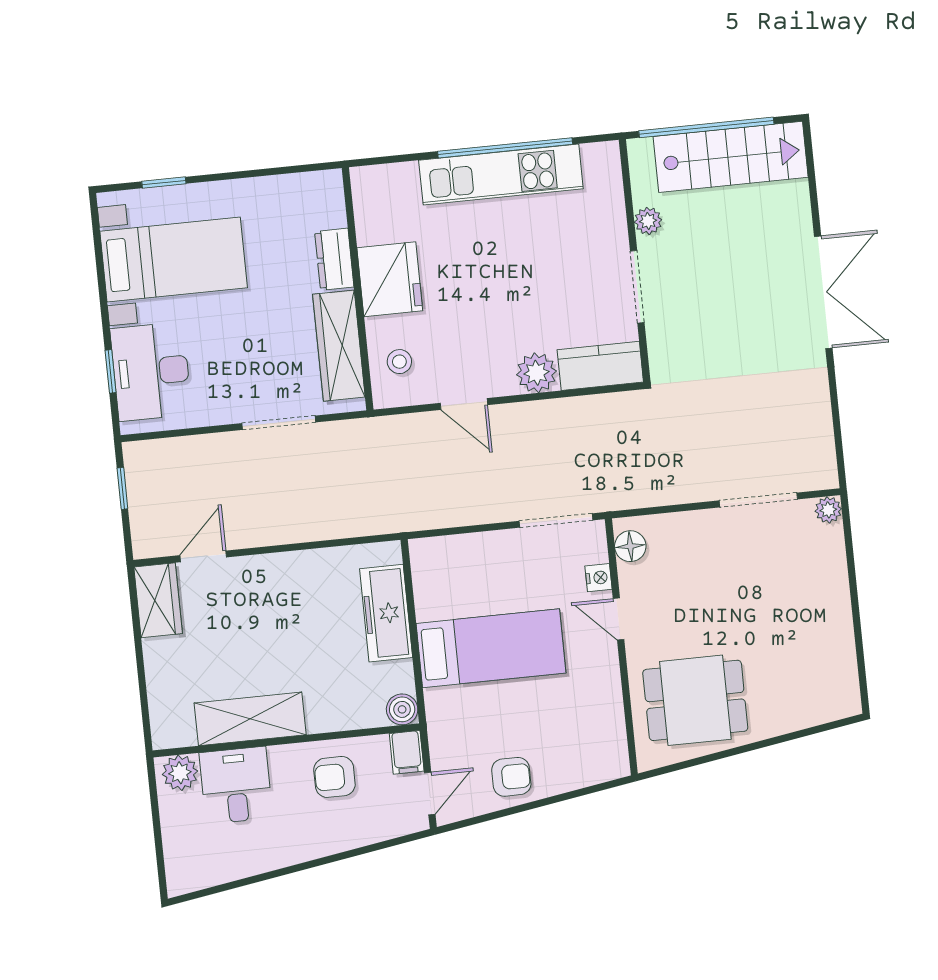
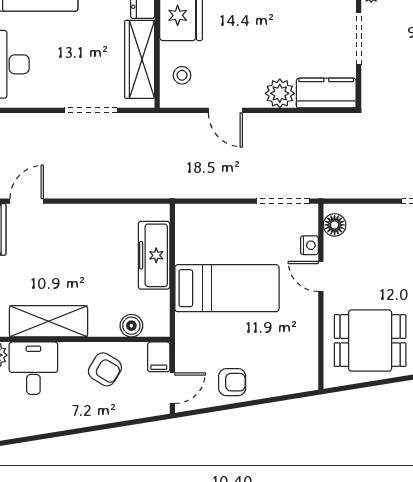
boiler: (402, 709) -> (131, 326), moved
armchair: (334, 777) -> (105, 369), turned -149

